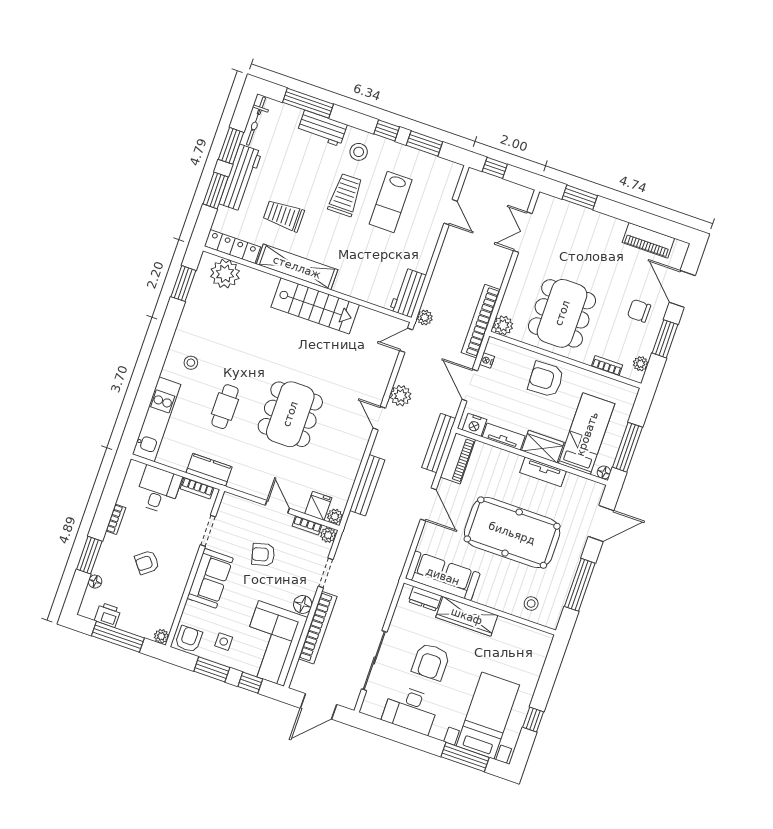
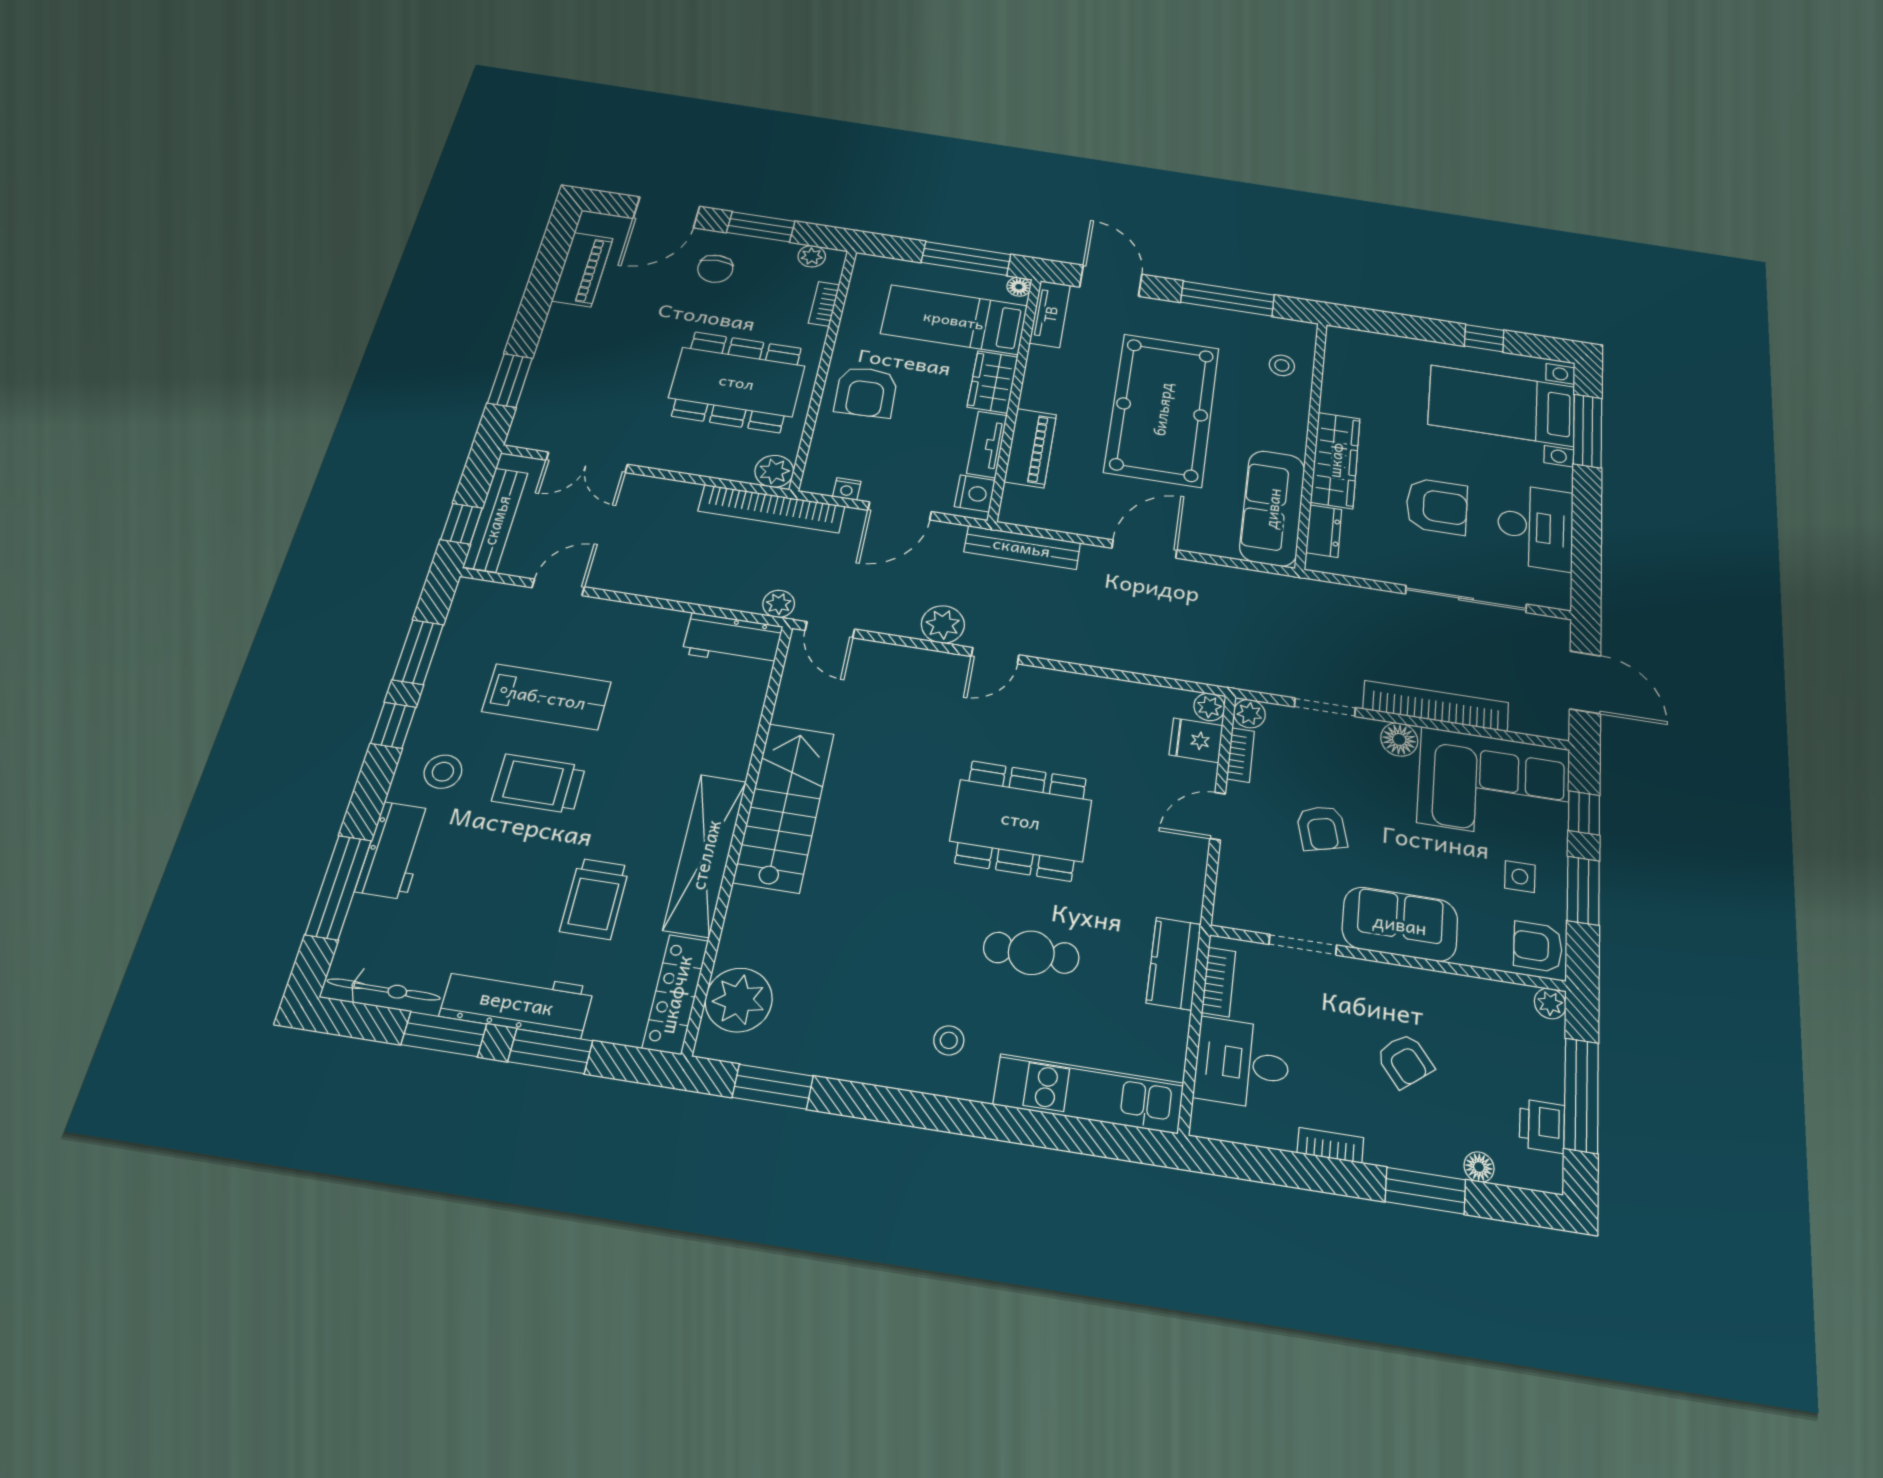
piano: (458, 458) -> (1030, 448), moved, turned 90
tv unit: (543, 472) -> (1050, 314), moved
bench: (367, 485) -> (496, 520), moved, turned 90

